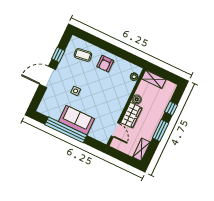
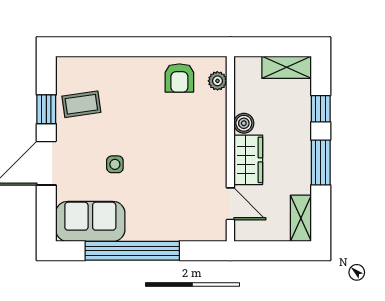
coffee table: (83, 55) -> (81, 104), moved
armchair: (105, 64) -> (179, 78), moved
shelving: (154, 79) -> (287, 67), moved
sofa: (76, 120) -> (90, 221), moved

